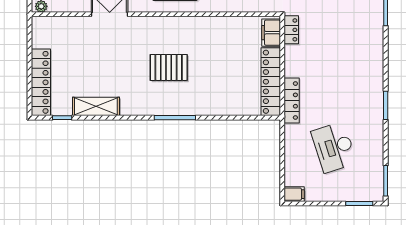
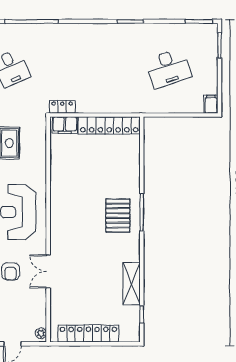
pallet: (169, 67) -> (118, 216), moved
locker: (41, 82) -> (88, 334), moved
locker: (292, 101) -> (126, 106), removed

